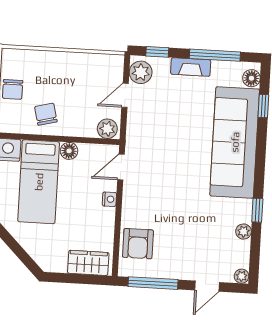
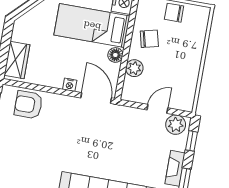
door: (125, 95) -> (157, 109), hinge flipped
plant: (107, 129) -> (134, 68), moved
door: (121, 167) -> (96, 98), width x1.38

